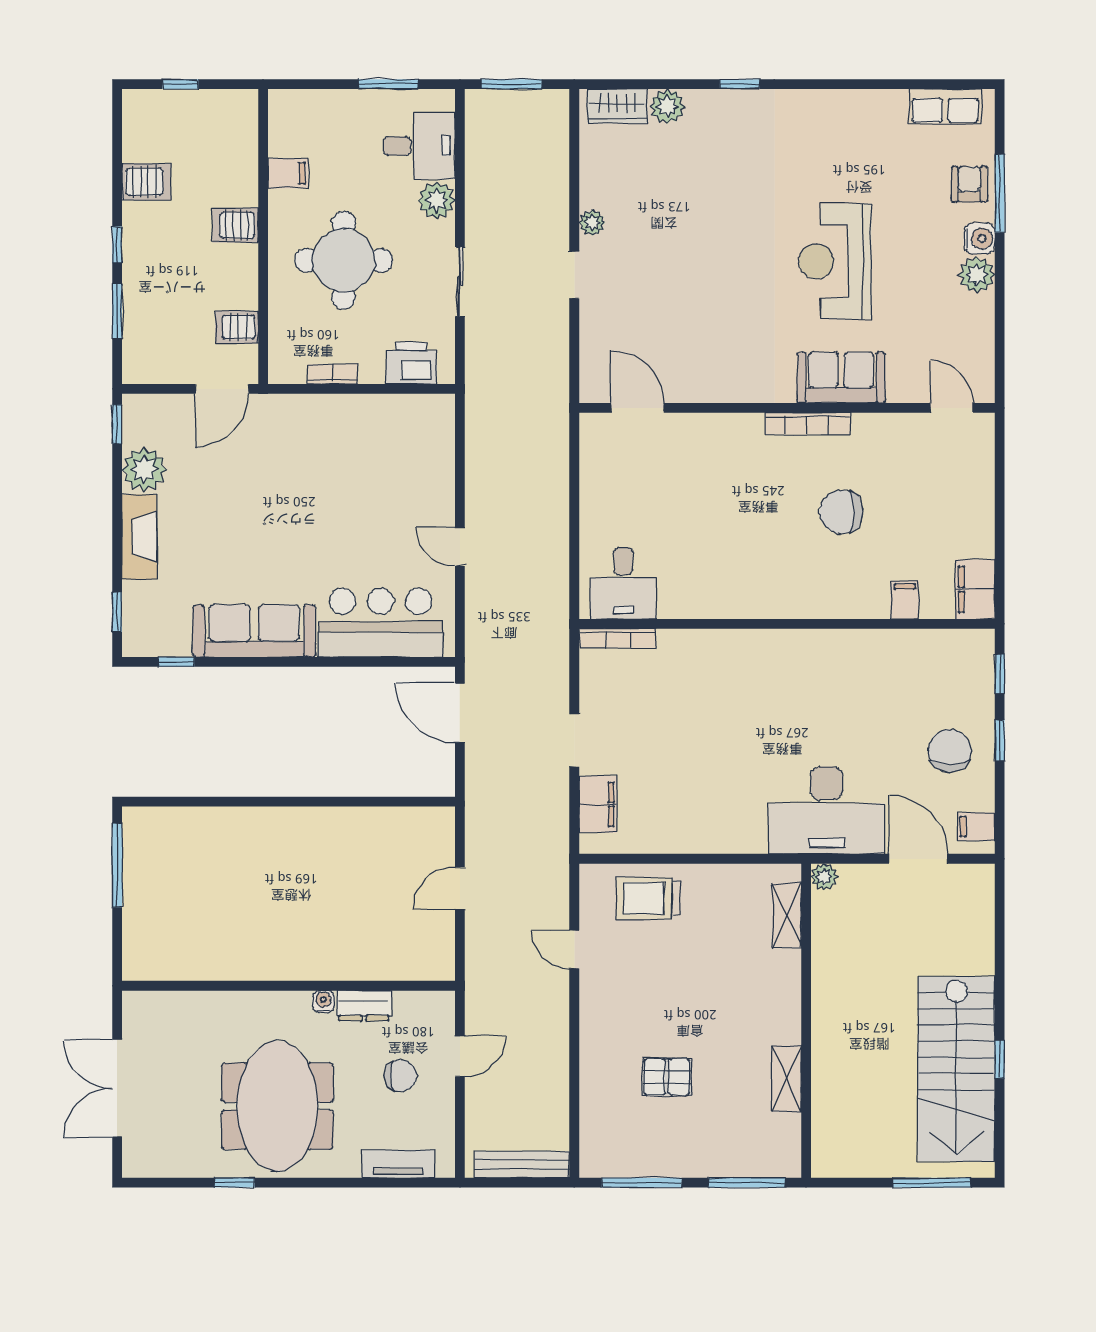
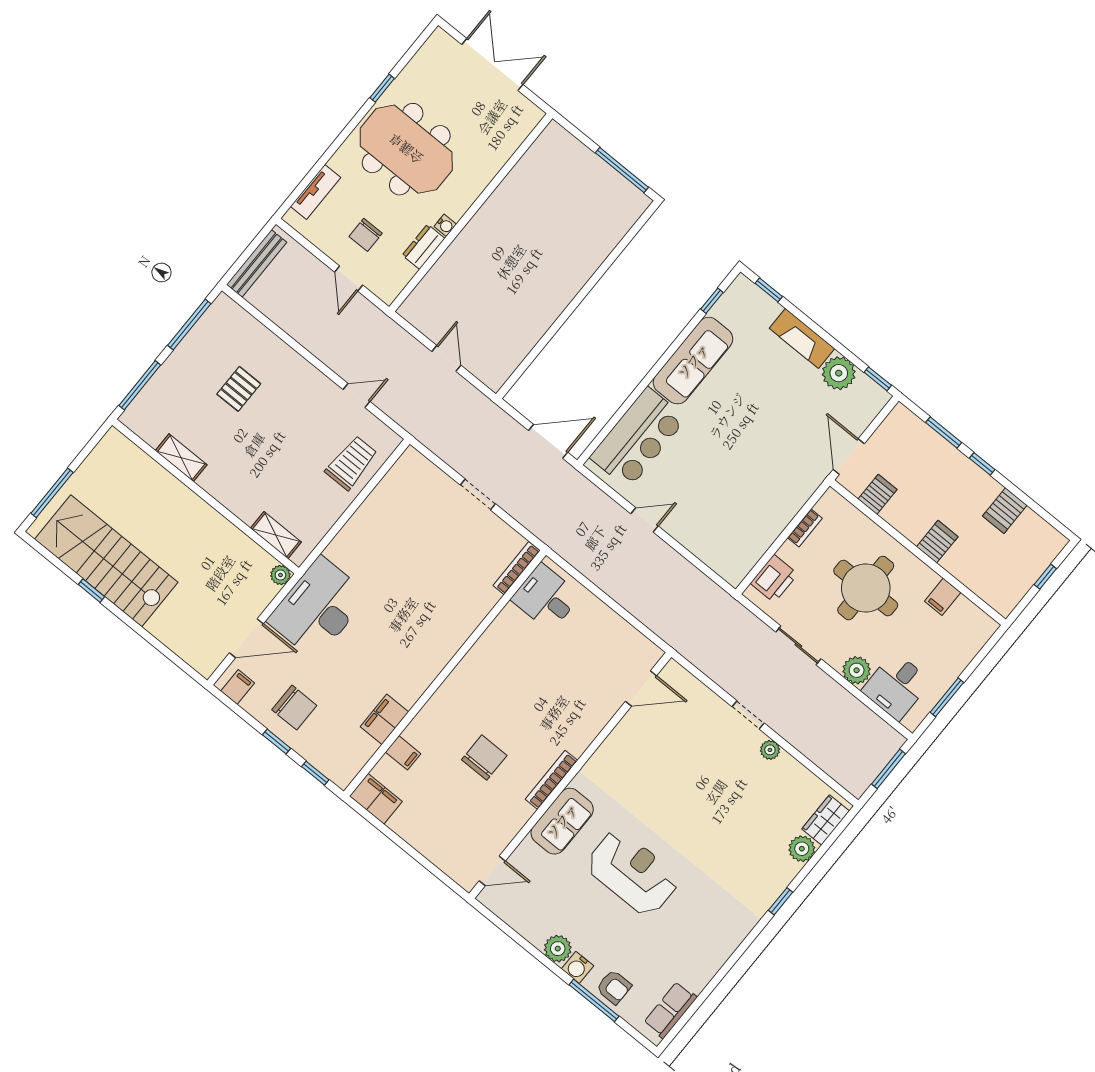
filing cabinet: (598, 804) -> (384, 719), moved, turned 90

